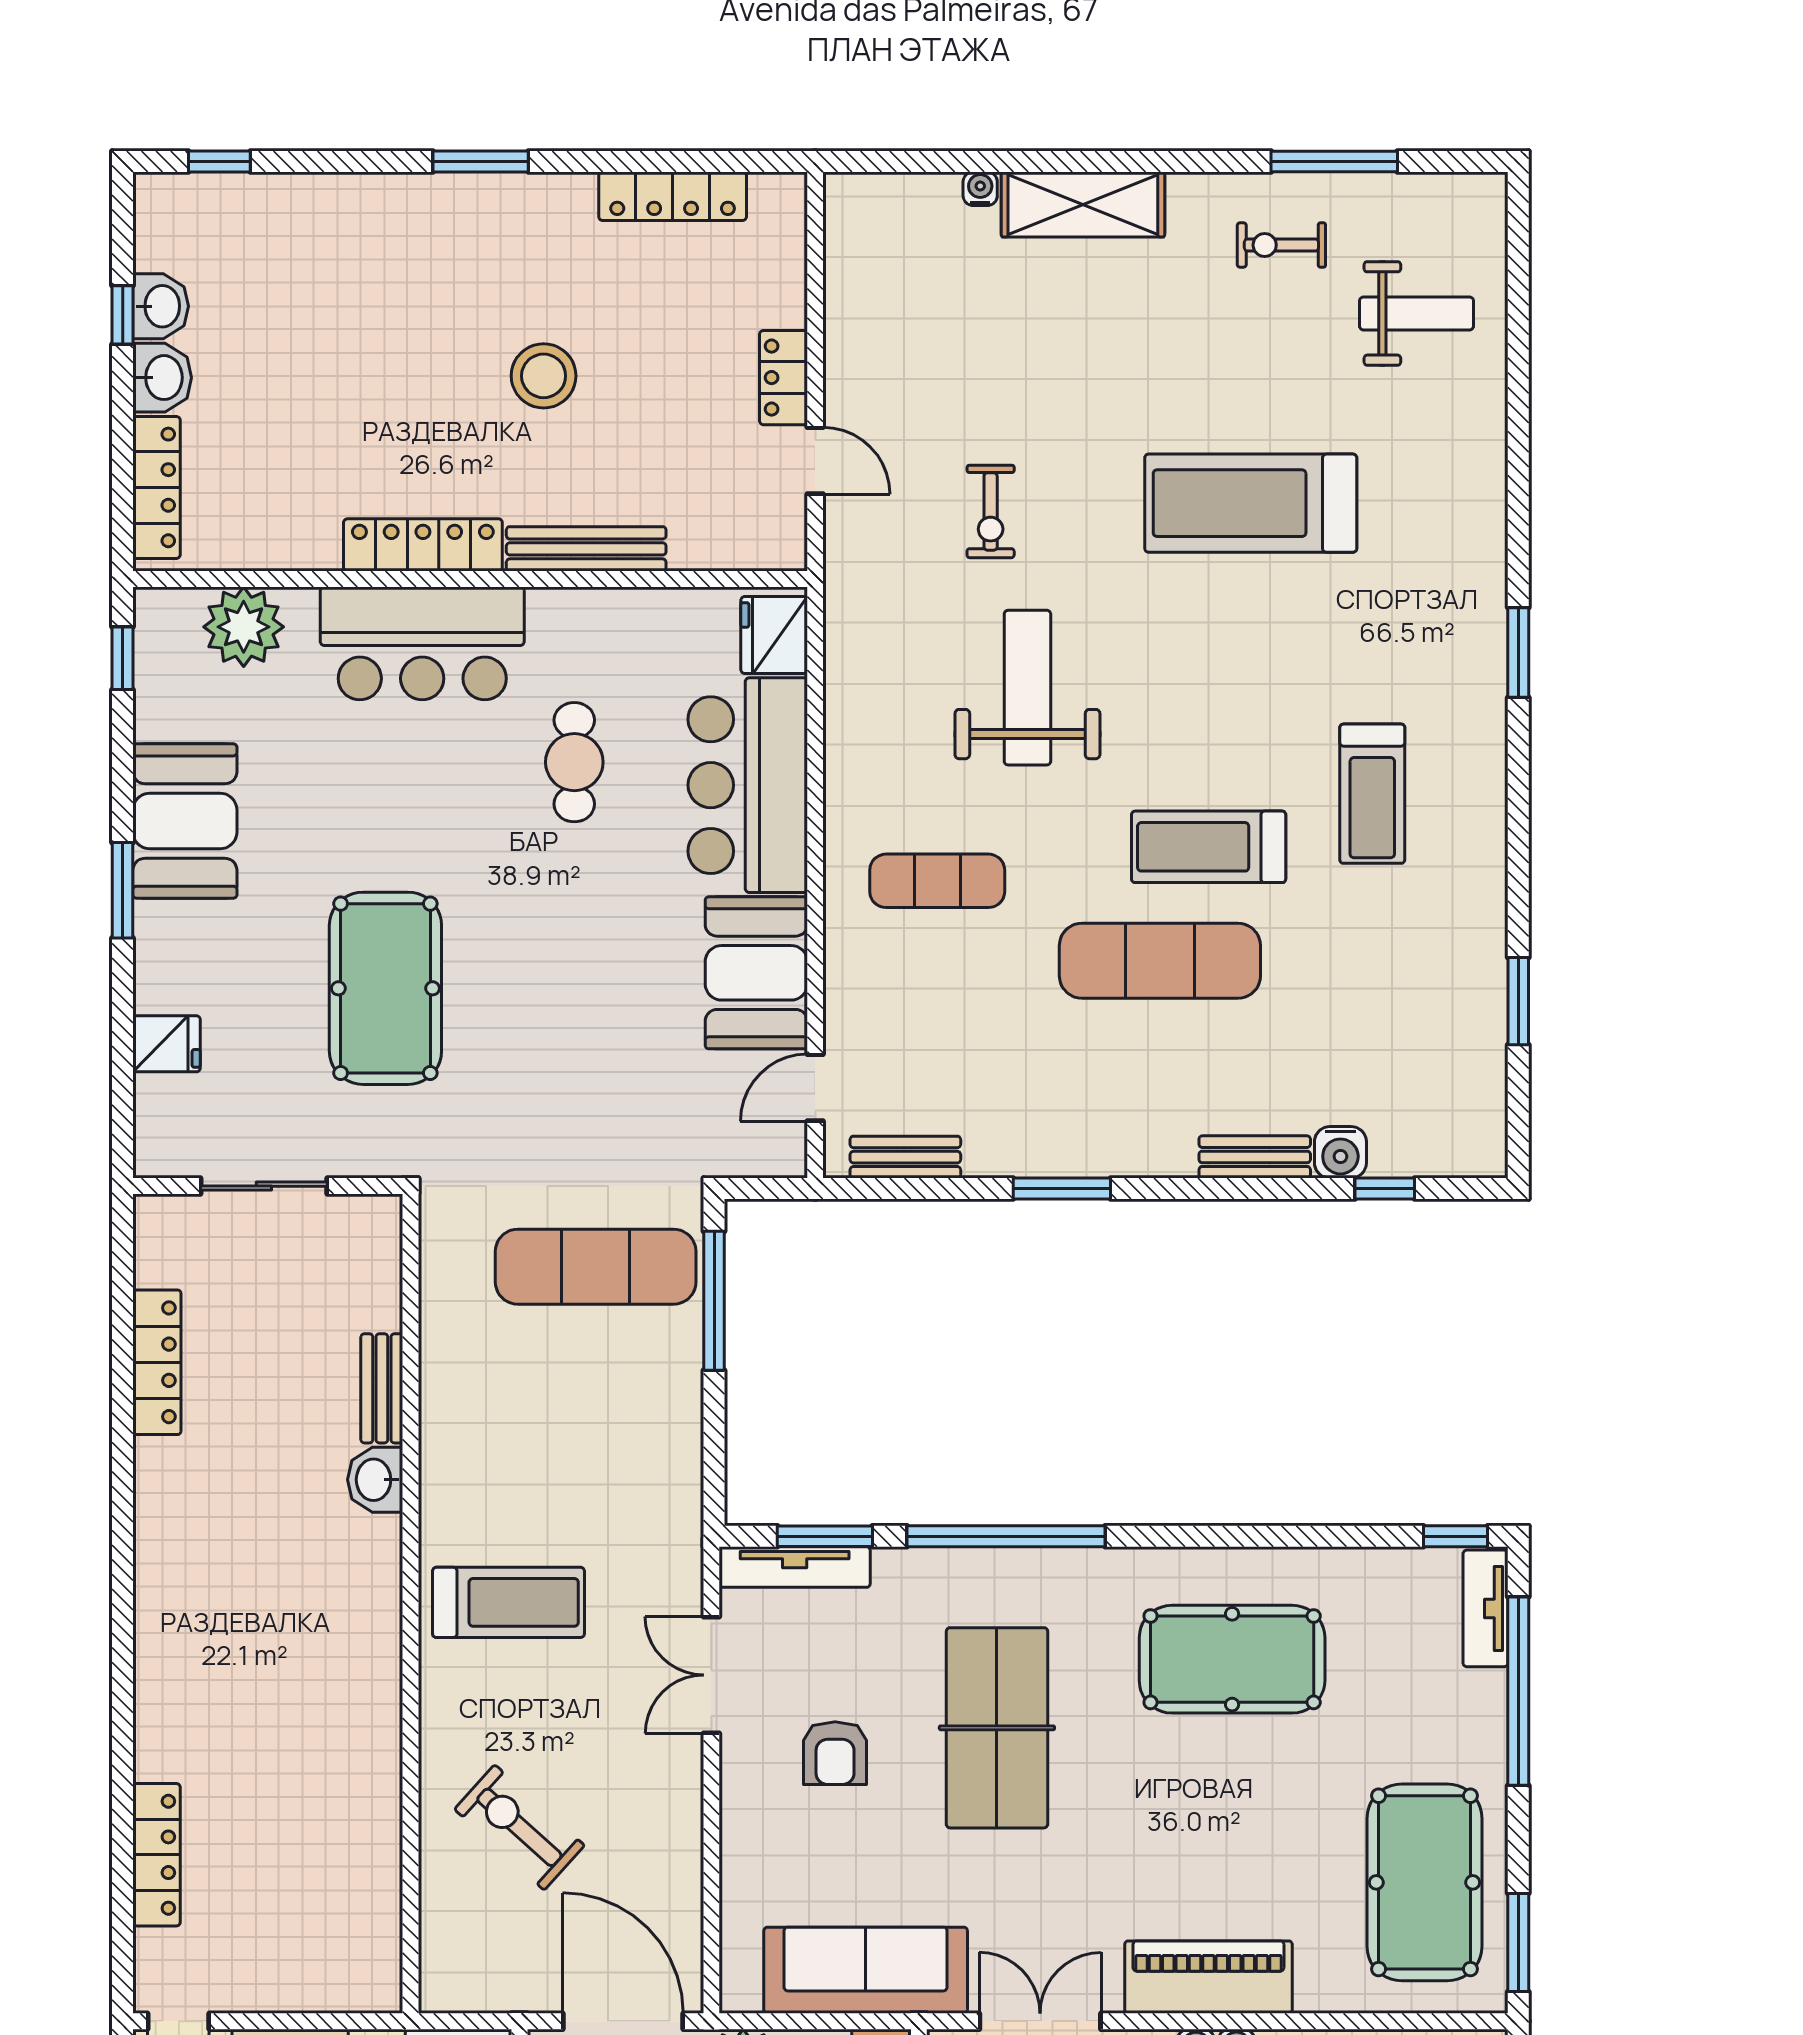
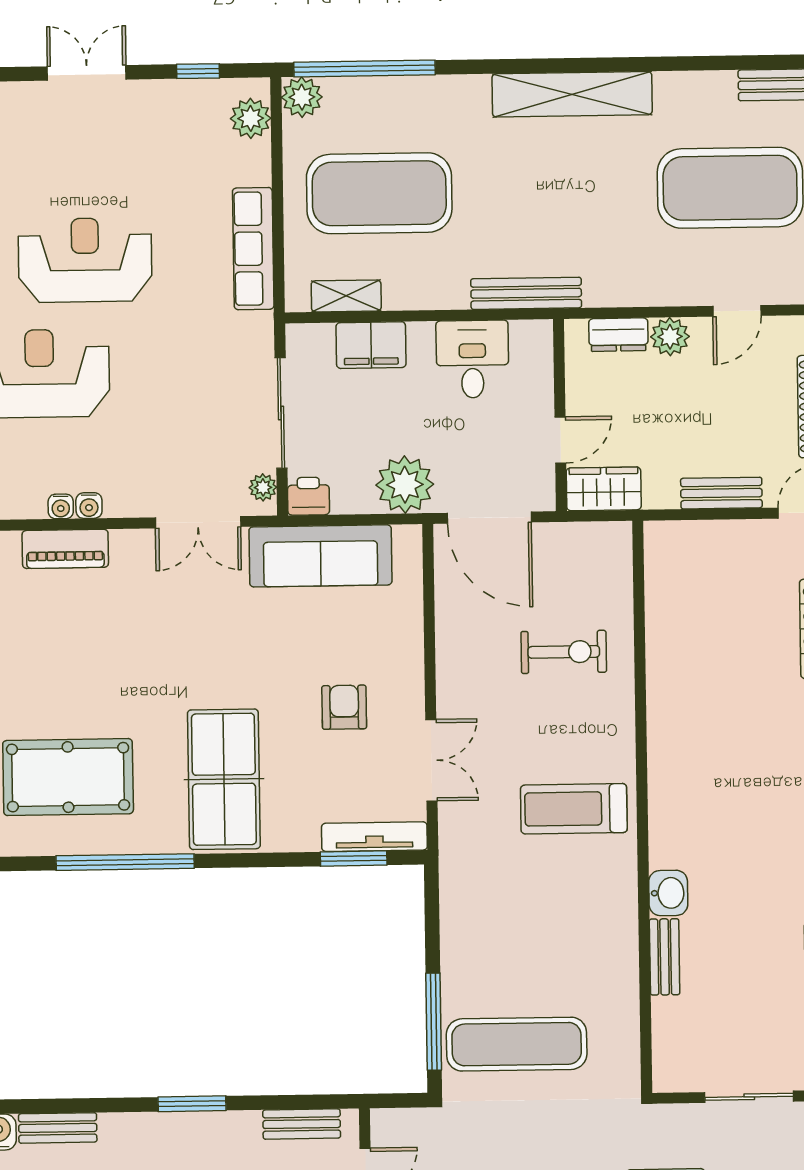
window: (1006, 1536) -> (125, 862), moved
table tennis table: (997, 1728) -> (224, 779), moved
exercise bike: (519, 1827) -> (564, 652), turned -42
piano: (1208, 1977) -> (65, 549), width x0.73, depth x0.75

